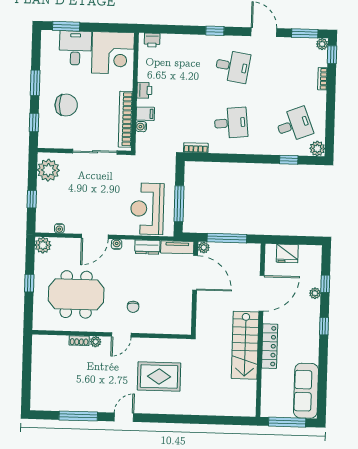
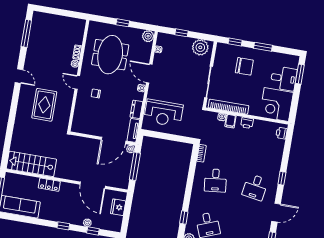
chair: (66, 105) -> (244, 66), turned -90
window: (179, 204) -> (164, 136), removed
reception desk: (147, 209) -> (163, 113), turned 180
stairs: (245, 345) -> (31, 164), moved
locker: (270, 346) -> (49, 185), width x0.66
window: (78, 416) -> (26, 33), moved

